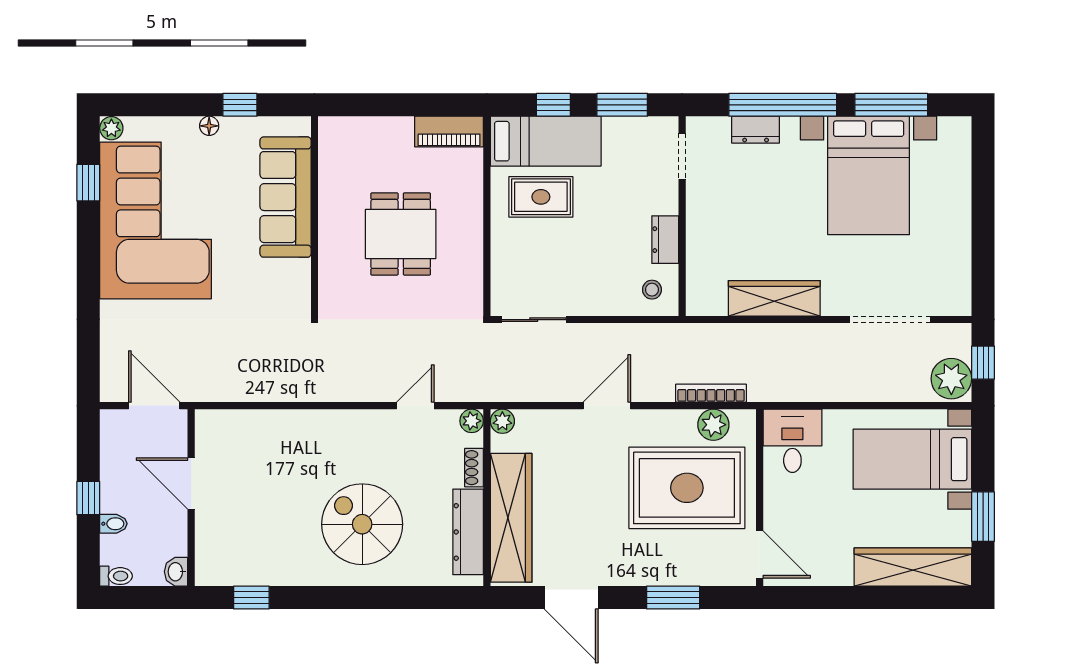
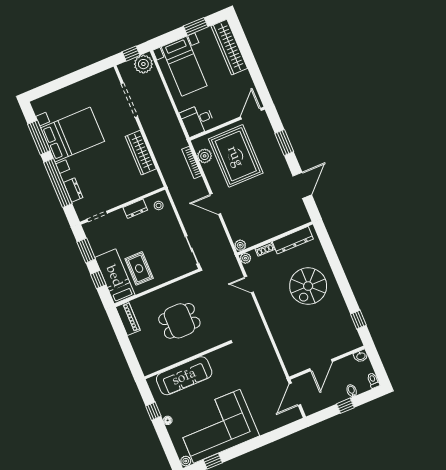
wardrobe: (511, 518) -> (279, 225), removed

